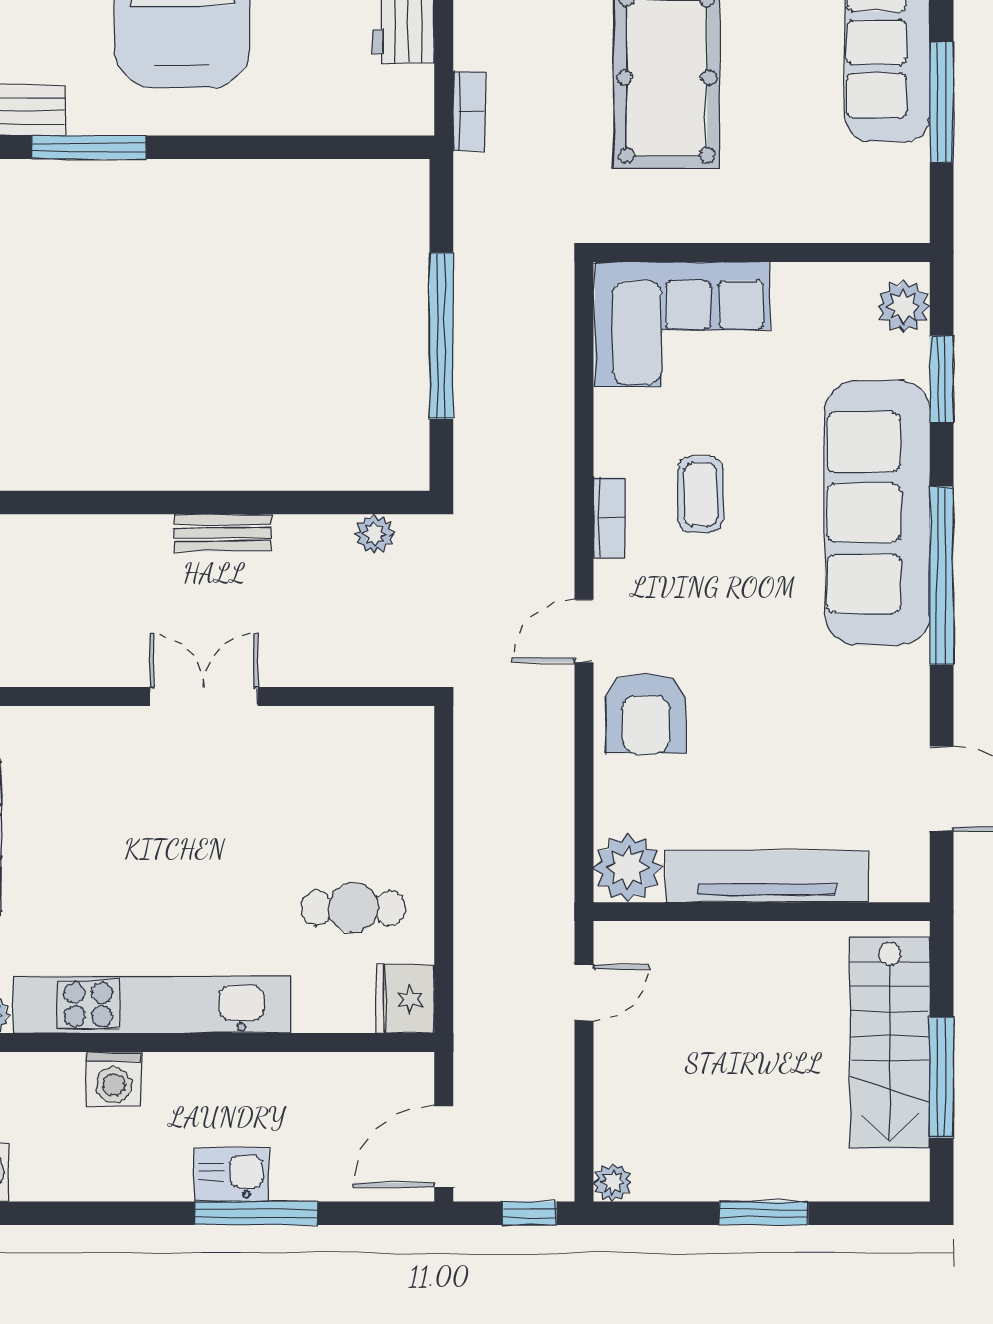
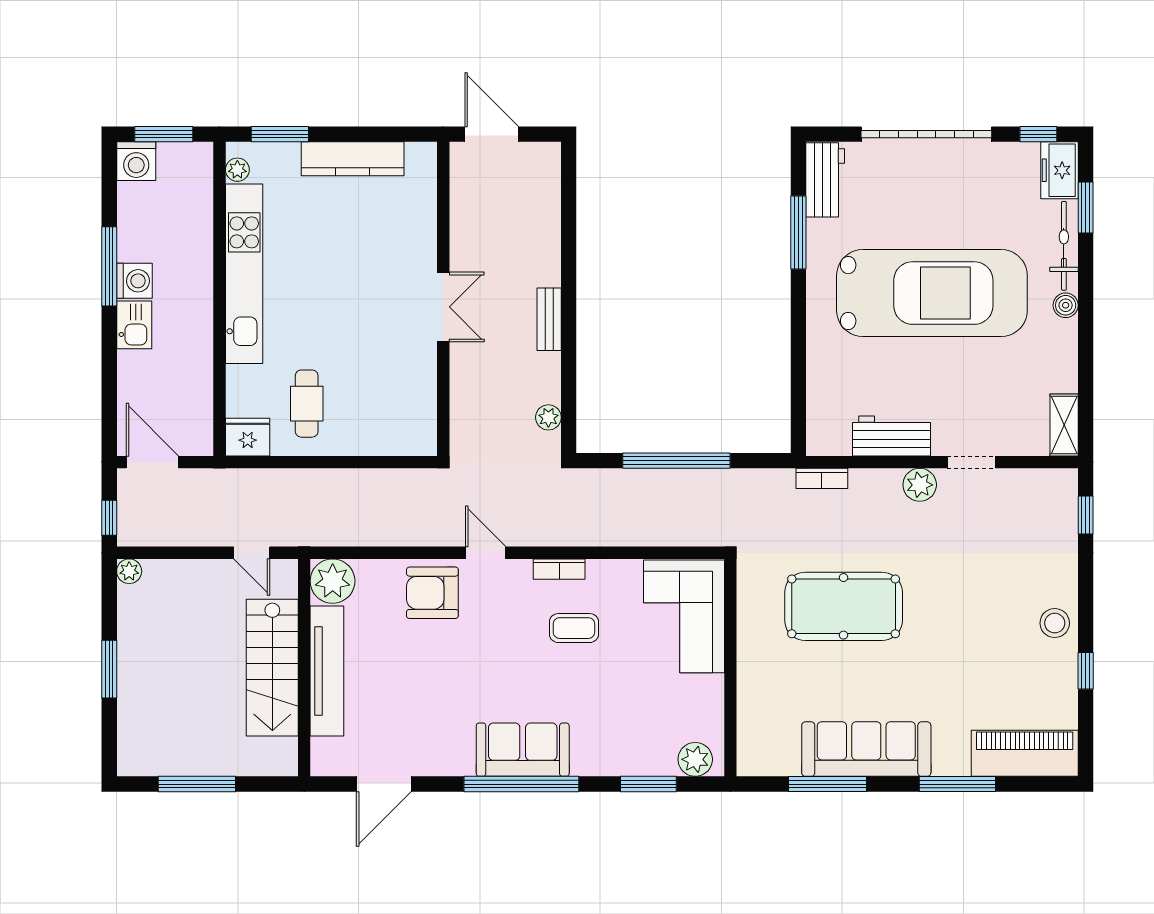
sofa: (877, 513) -> (523, 750), width x0.54, depth x0.79
stairs: (890, 1043) -> (272, 668), moved, turned -90
washing machine: (114, 1079) -> (134, 281), moved, turned 180
window: (256, 1213) -> (109, 266), moved

